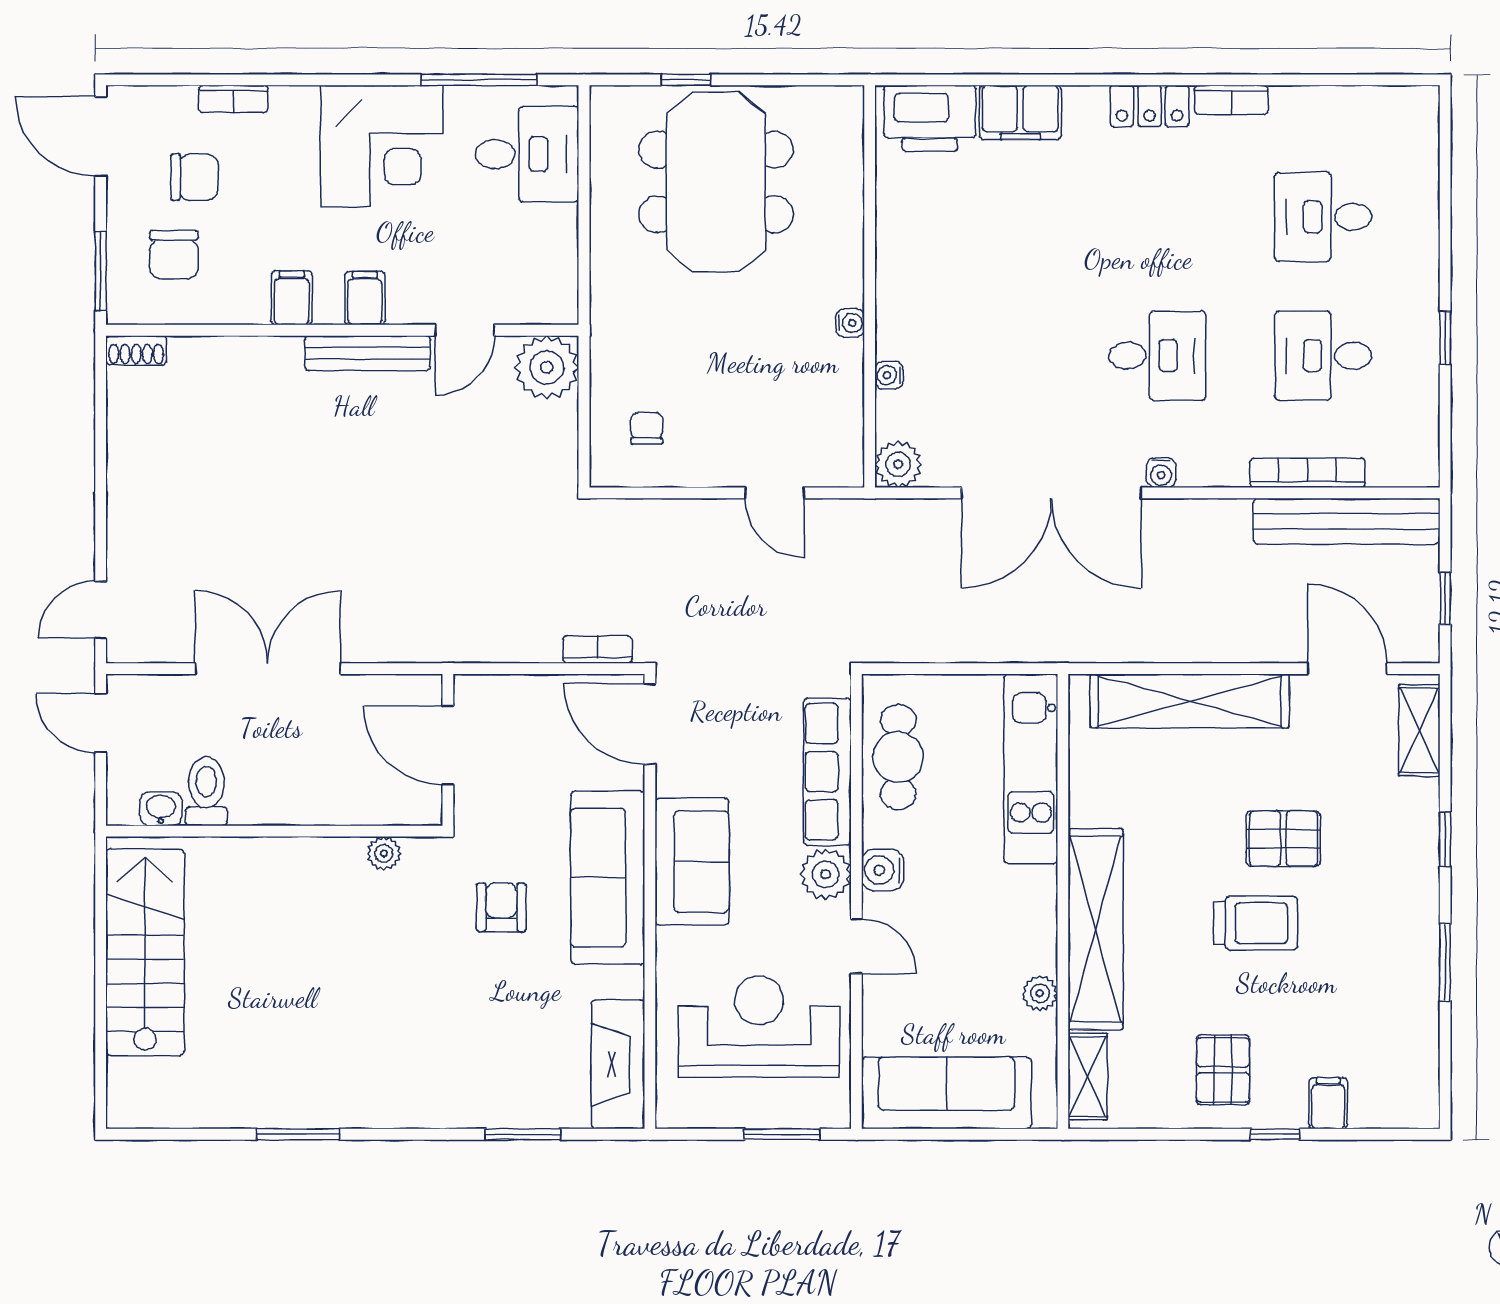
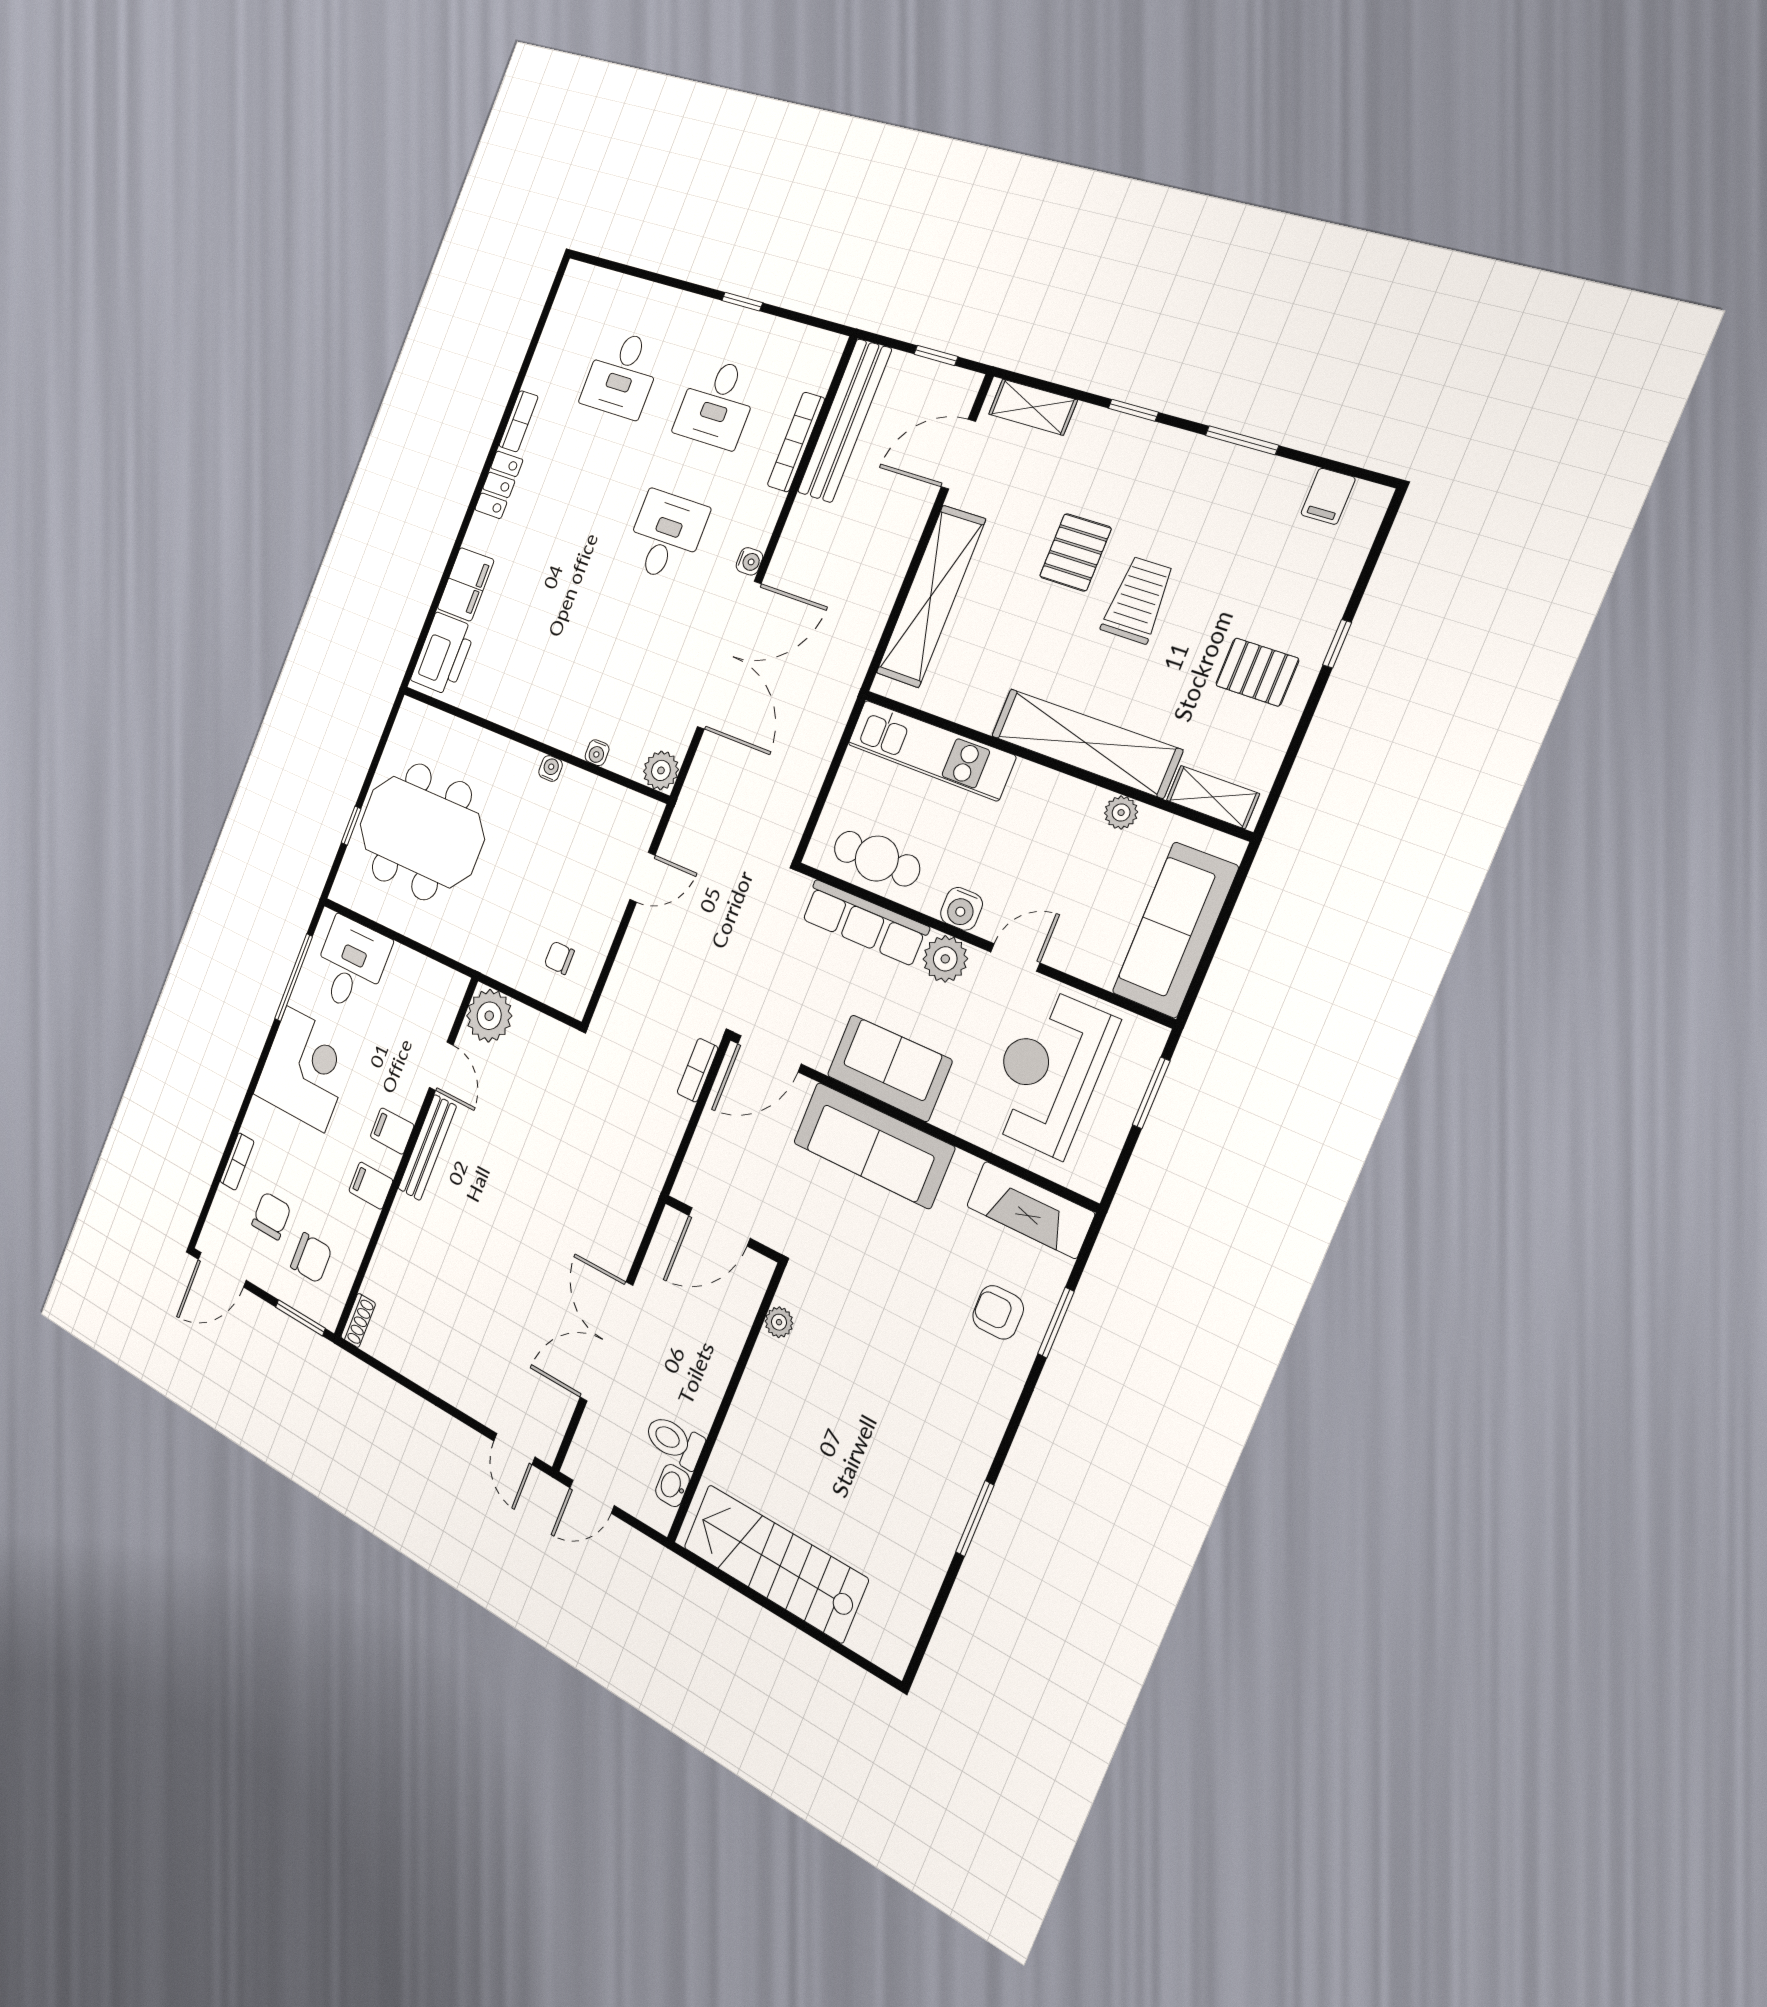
armchair: (501, 907) -> (998, 1312), moved
filing cabinet: (1328, 1103) -> (1328, 496), moved, turned -90

